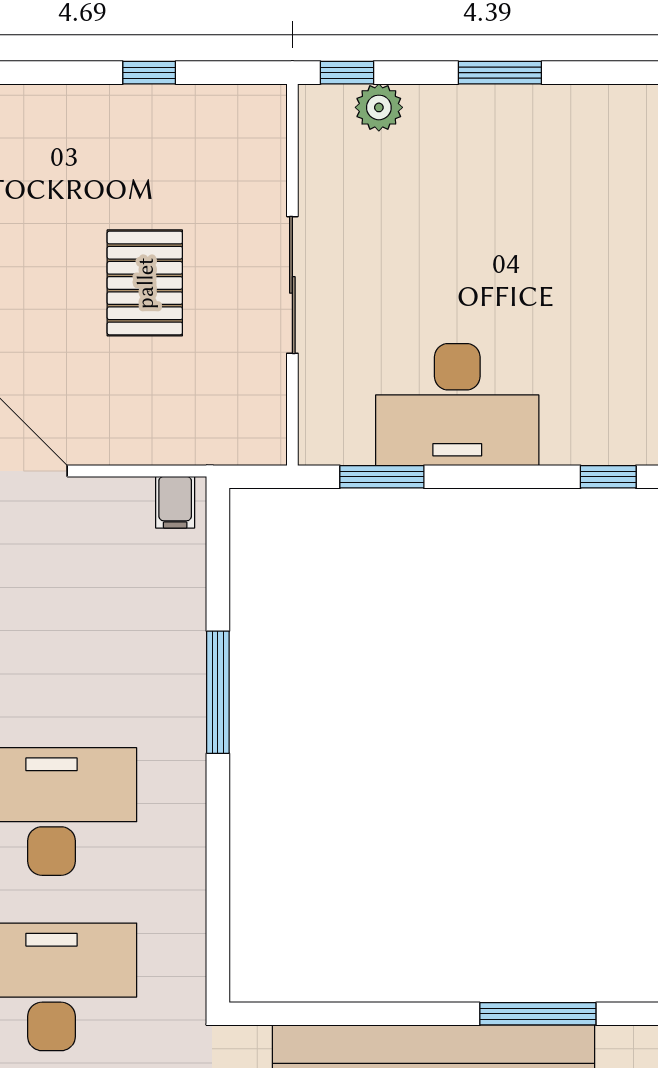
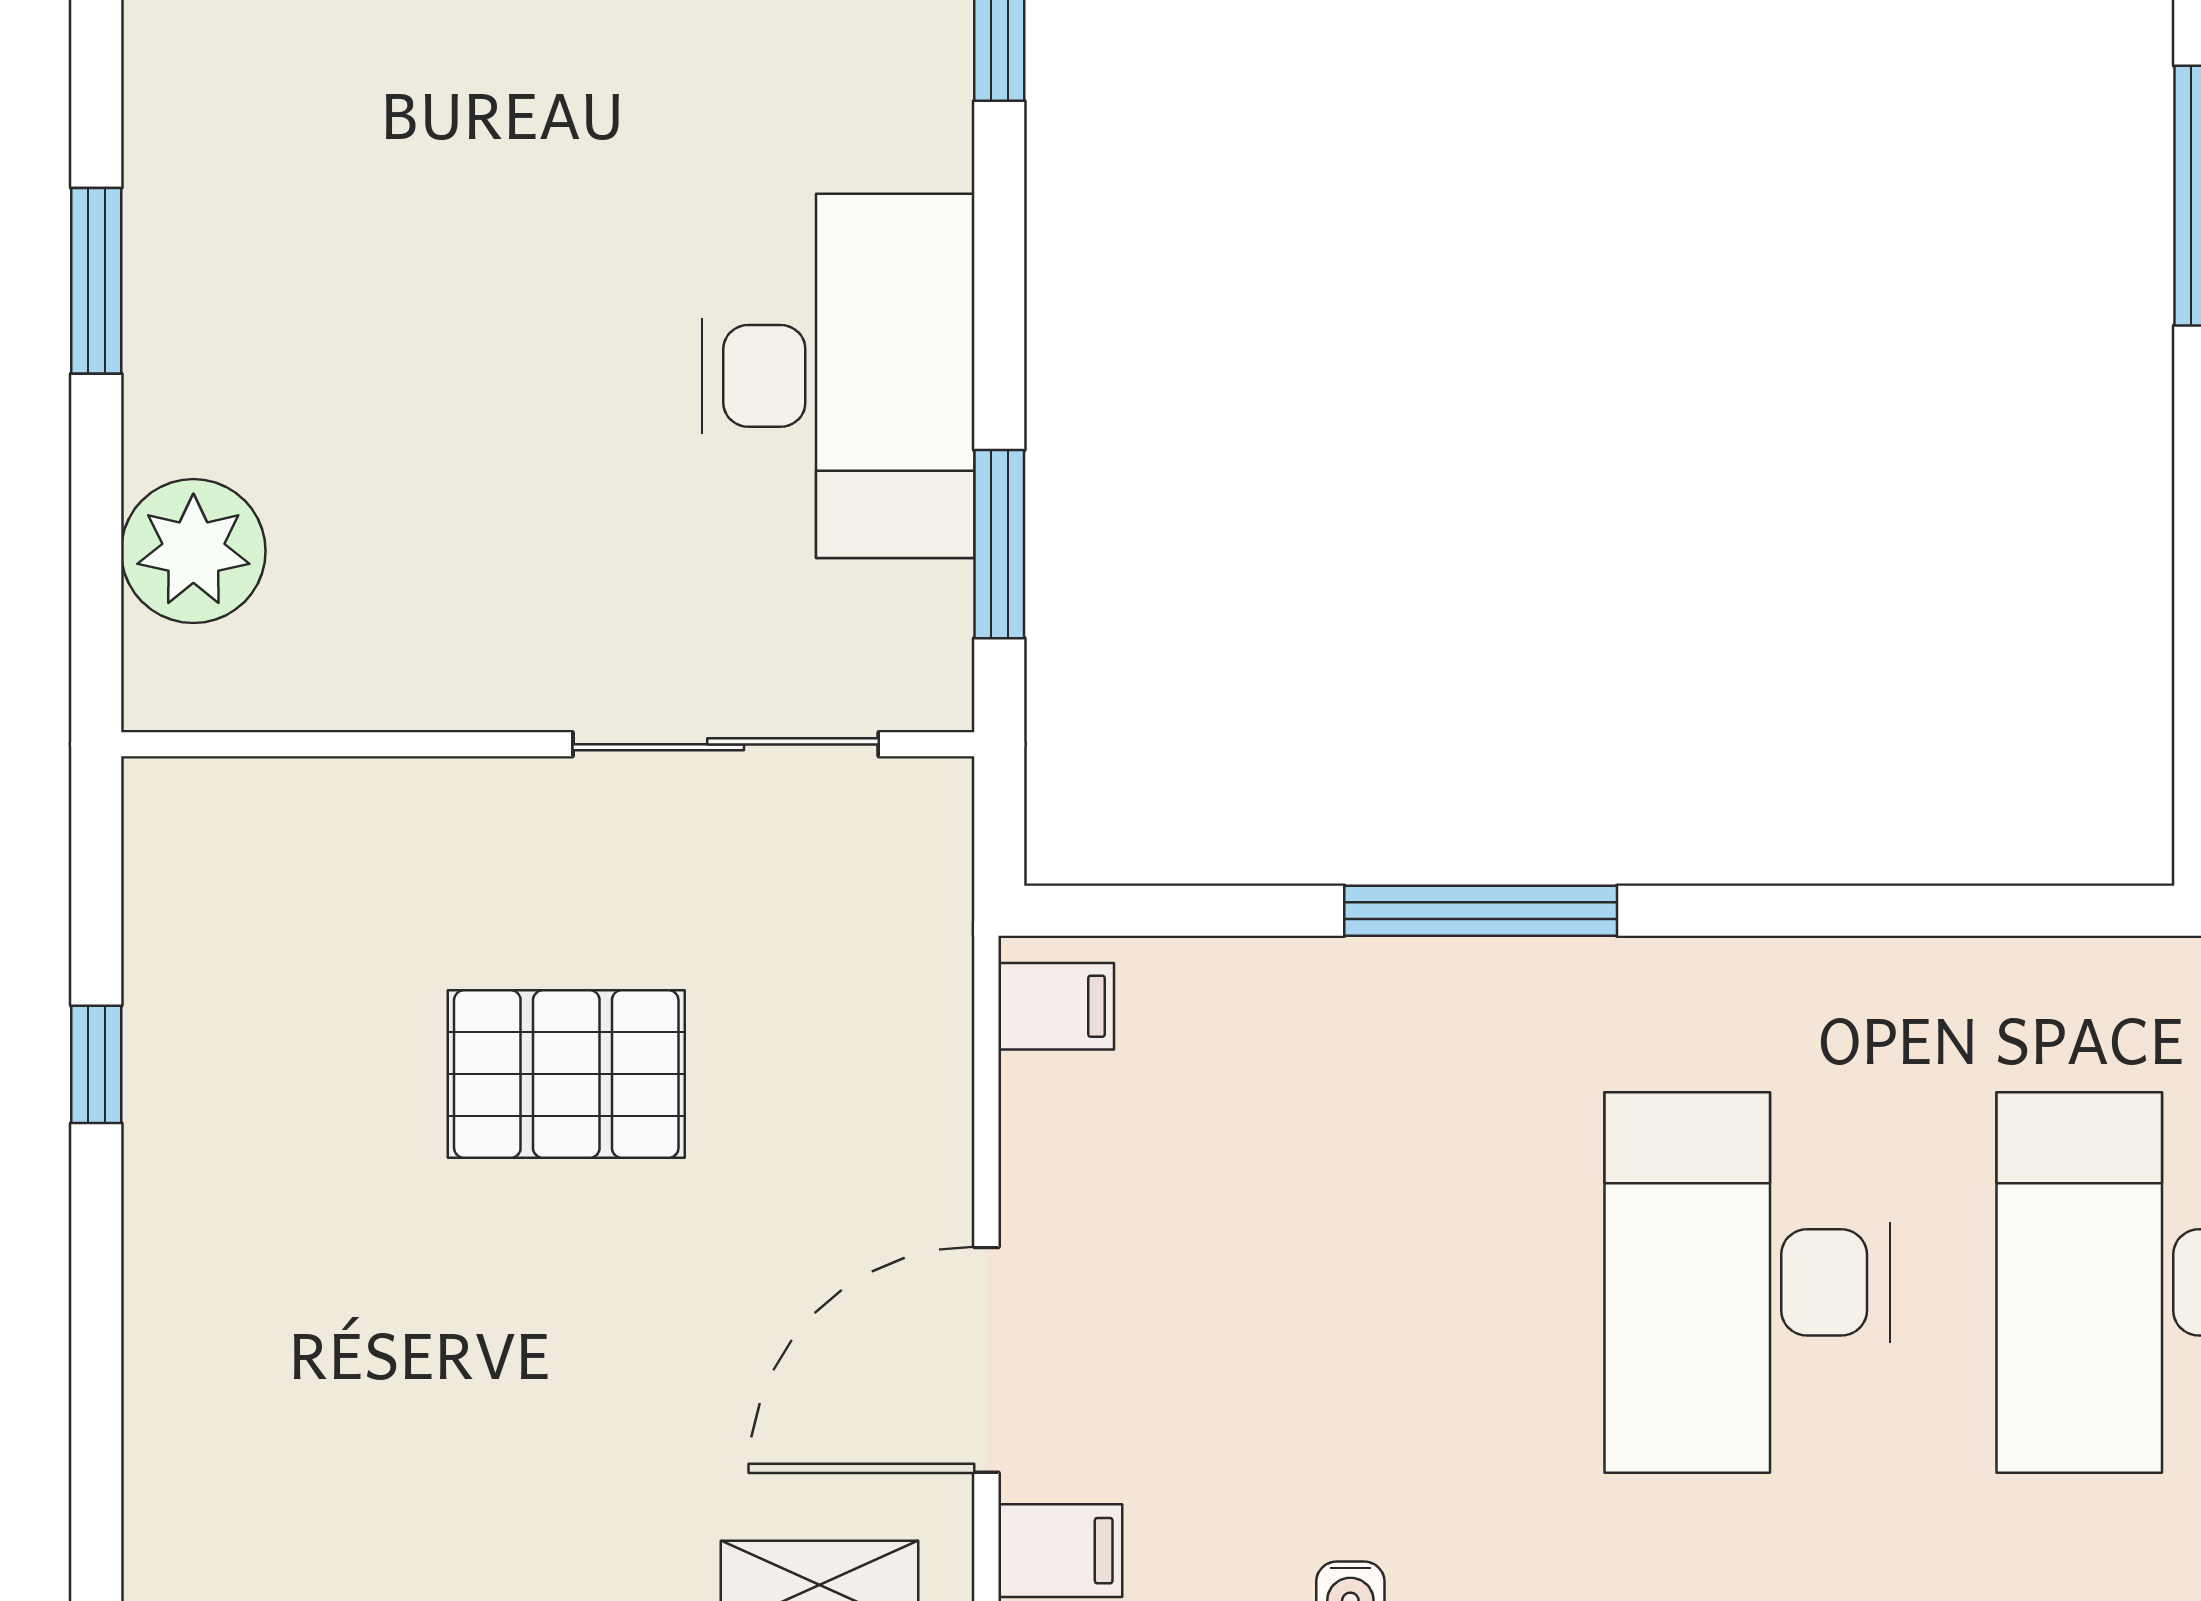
window: (347, 73) -> (96, 622), removed
plant: (379, 107) -> (193, 551), width x1.36, depth x1.36
sliding door: (292, 285) -> (726, 744), moved

